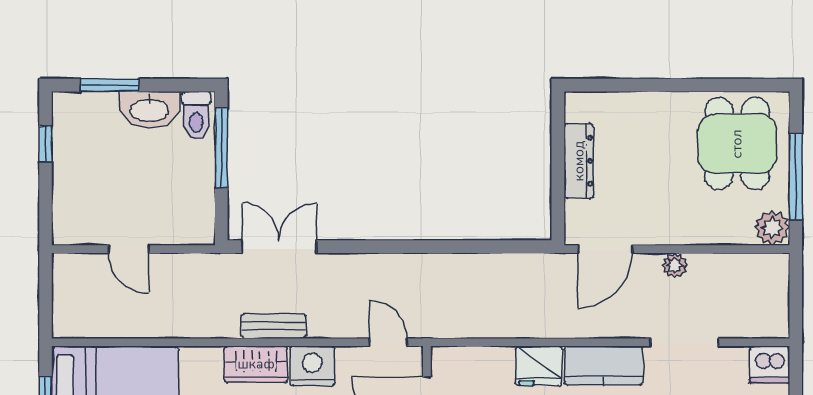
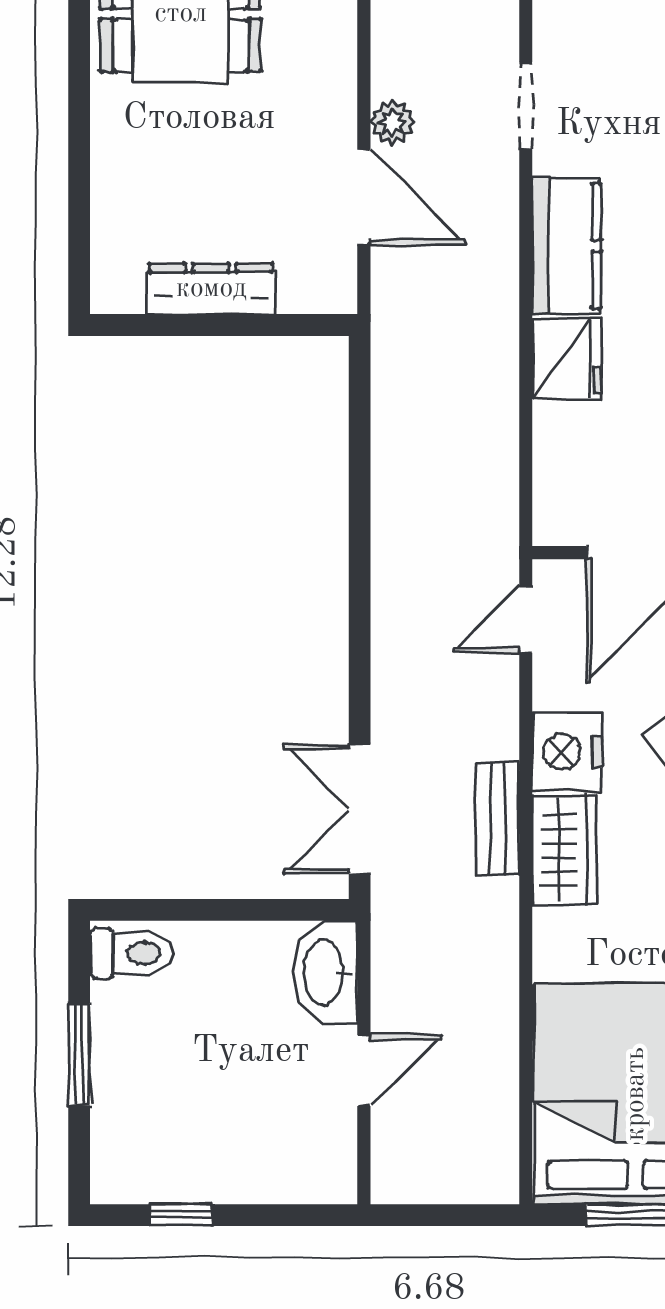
window: (109, 85) -> (79, 1054), moved
washbasin: (149, 110) -> (326, 972), moved, turned 180
window: (221, 148) -> (188, 910), removed
door: (605, 249) -> (364, 197), moved
doorway: (684, 342) -> (526, 105), width x0.73

